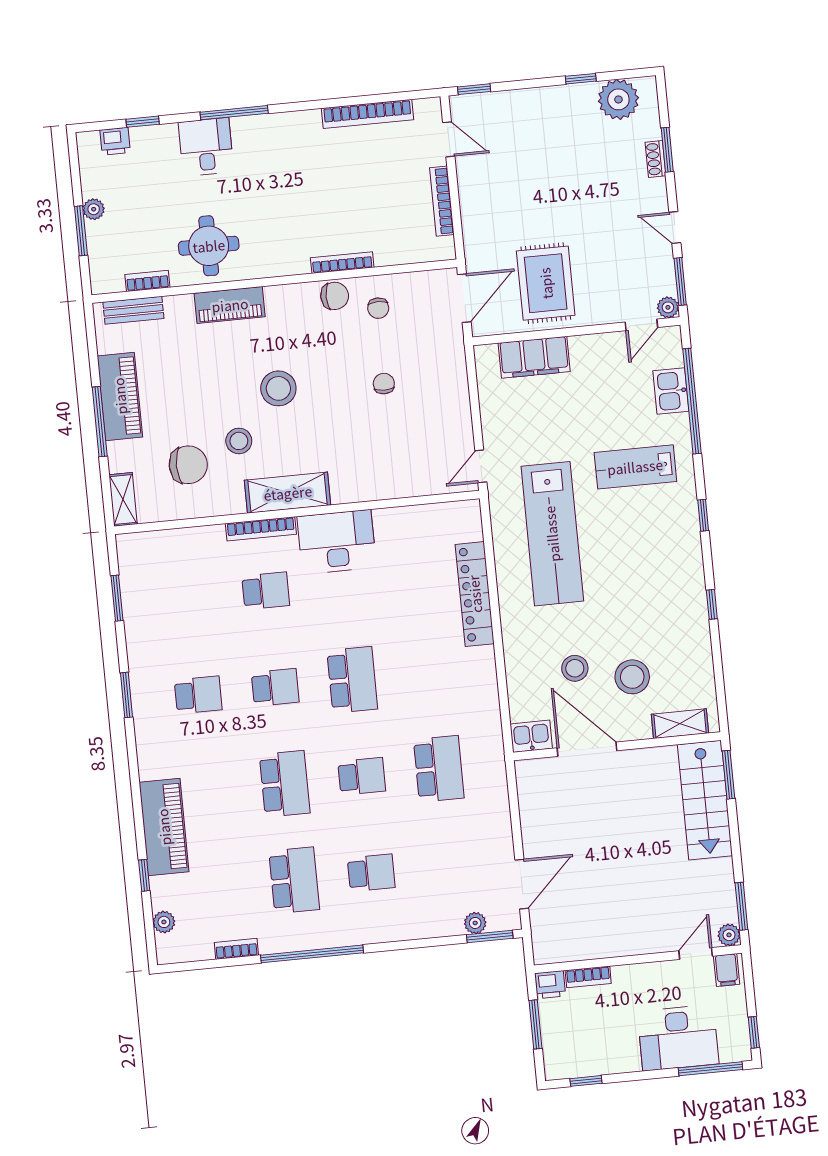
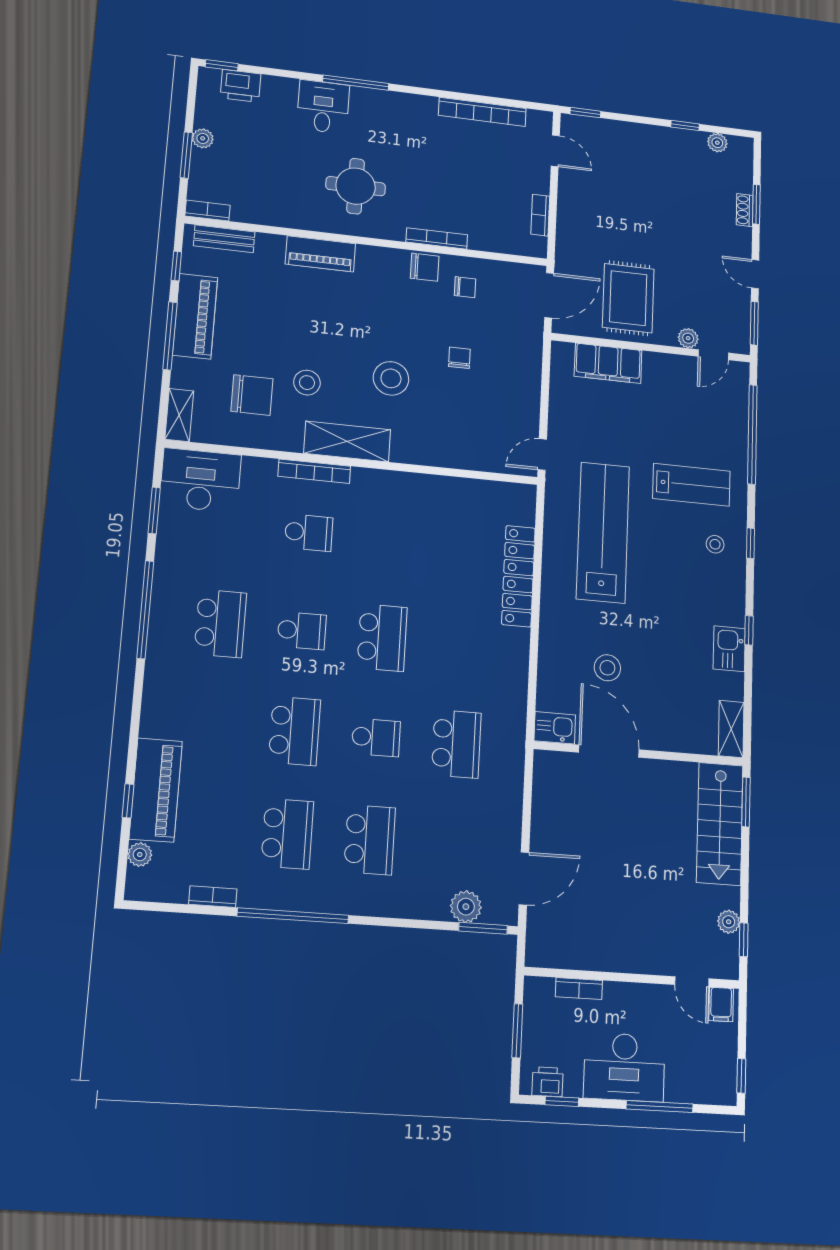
plant: (618, 99) -> (717, 143), width x0.53, depth x0.53
window: (143, 122) -> (222, 65), moved
printer: (115, 141) -> (241, 86), width x1.36, depth x1.24
bookcase: (442, 201) -> (540, 215), width x0.64
round table: (209, 246) -> (356, 186), moved
bookcase: (147, 281) -> (207, 211), moved
plant: (668, 307) -> (688, 338), moved
chair: (378, 308) -> (465, 287), turned -90
window: (93, 349) -> (176, 266), added
stool: (278, 388) -> (391, 378), moved
kitchen sink: (671, 391) -> (729, 649), moved
lab bench: (635, 467) -> (691, 485), turned 180
lab bench: (552, 534) -> (603, 532), turned 180
desk: (337, 542) -> (200, 480), moved
stool: (632, 677) -> (715, 544), moved, width x0.53, depth x0.53
window: (126, 695) -> (145, 610), width x2.11
school desk: (198, 695) -> (220, 623), width x1.85
shelving: (680, 724) -> (731, 729), moved, turned 90
piano: (164, 827) -> (156, 790), moved
school desk: (371, 873) -> (370, 840), width x1.85
window: (741, 906) -> (744, 940), width x0.67
plant: (475, 923) -> (466, 907), width x1.38, depth x1.38
plant: (729, 935) -> (729, 922), moved
door: (696, 953) -> (692, 982), swing flipped
printer: (550, 985) -> (547, 1082), moved, turned 180
desk: (678, 1038) -> (624, 1067), moved
window: (711, 1069) -> (660, 1107), moved

